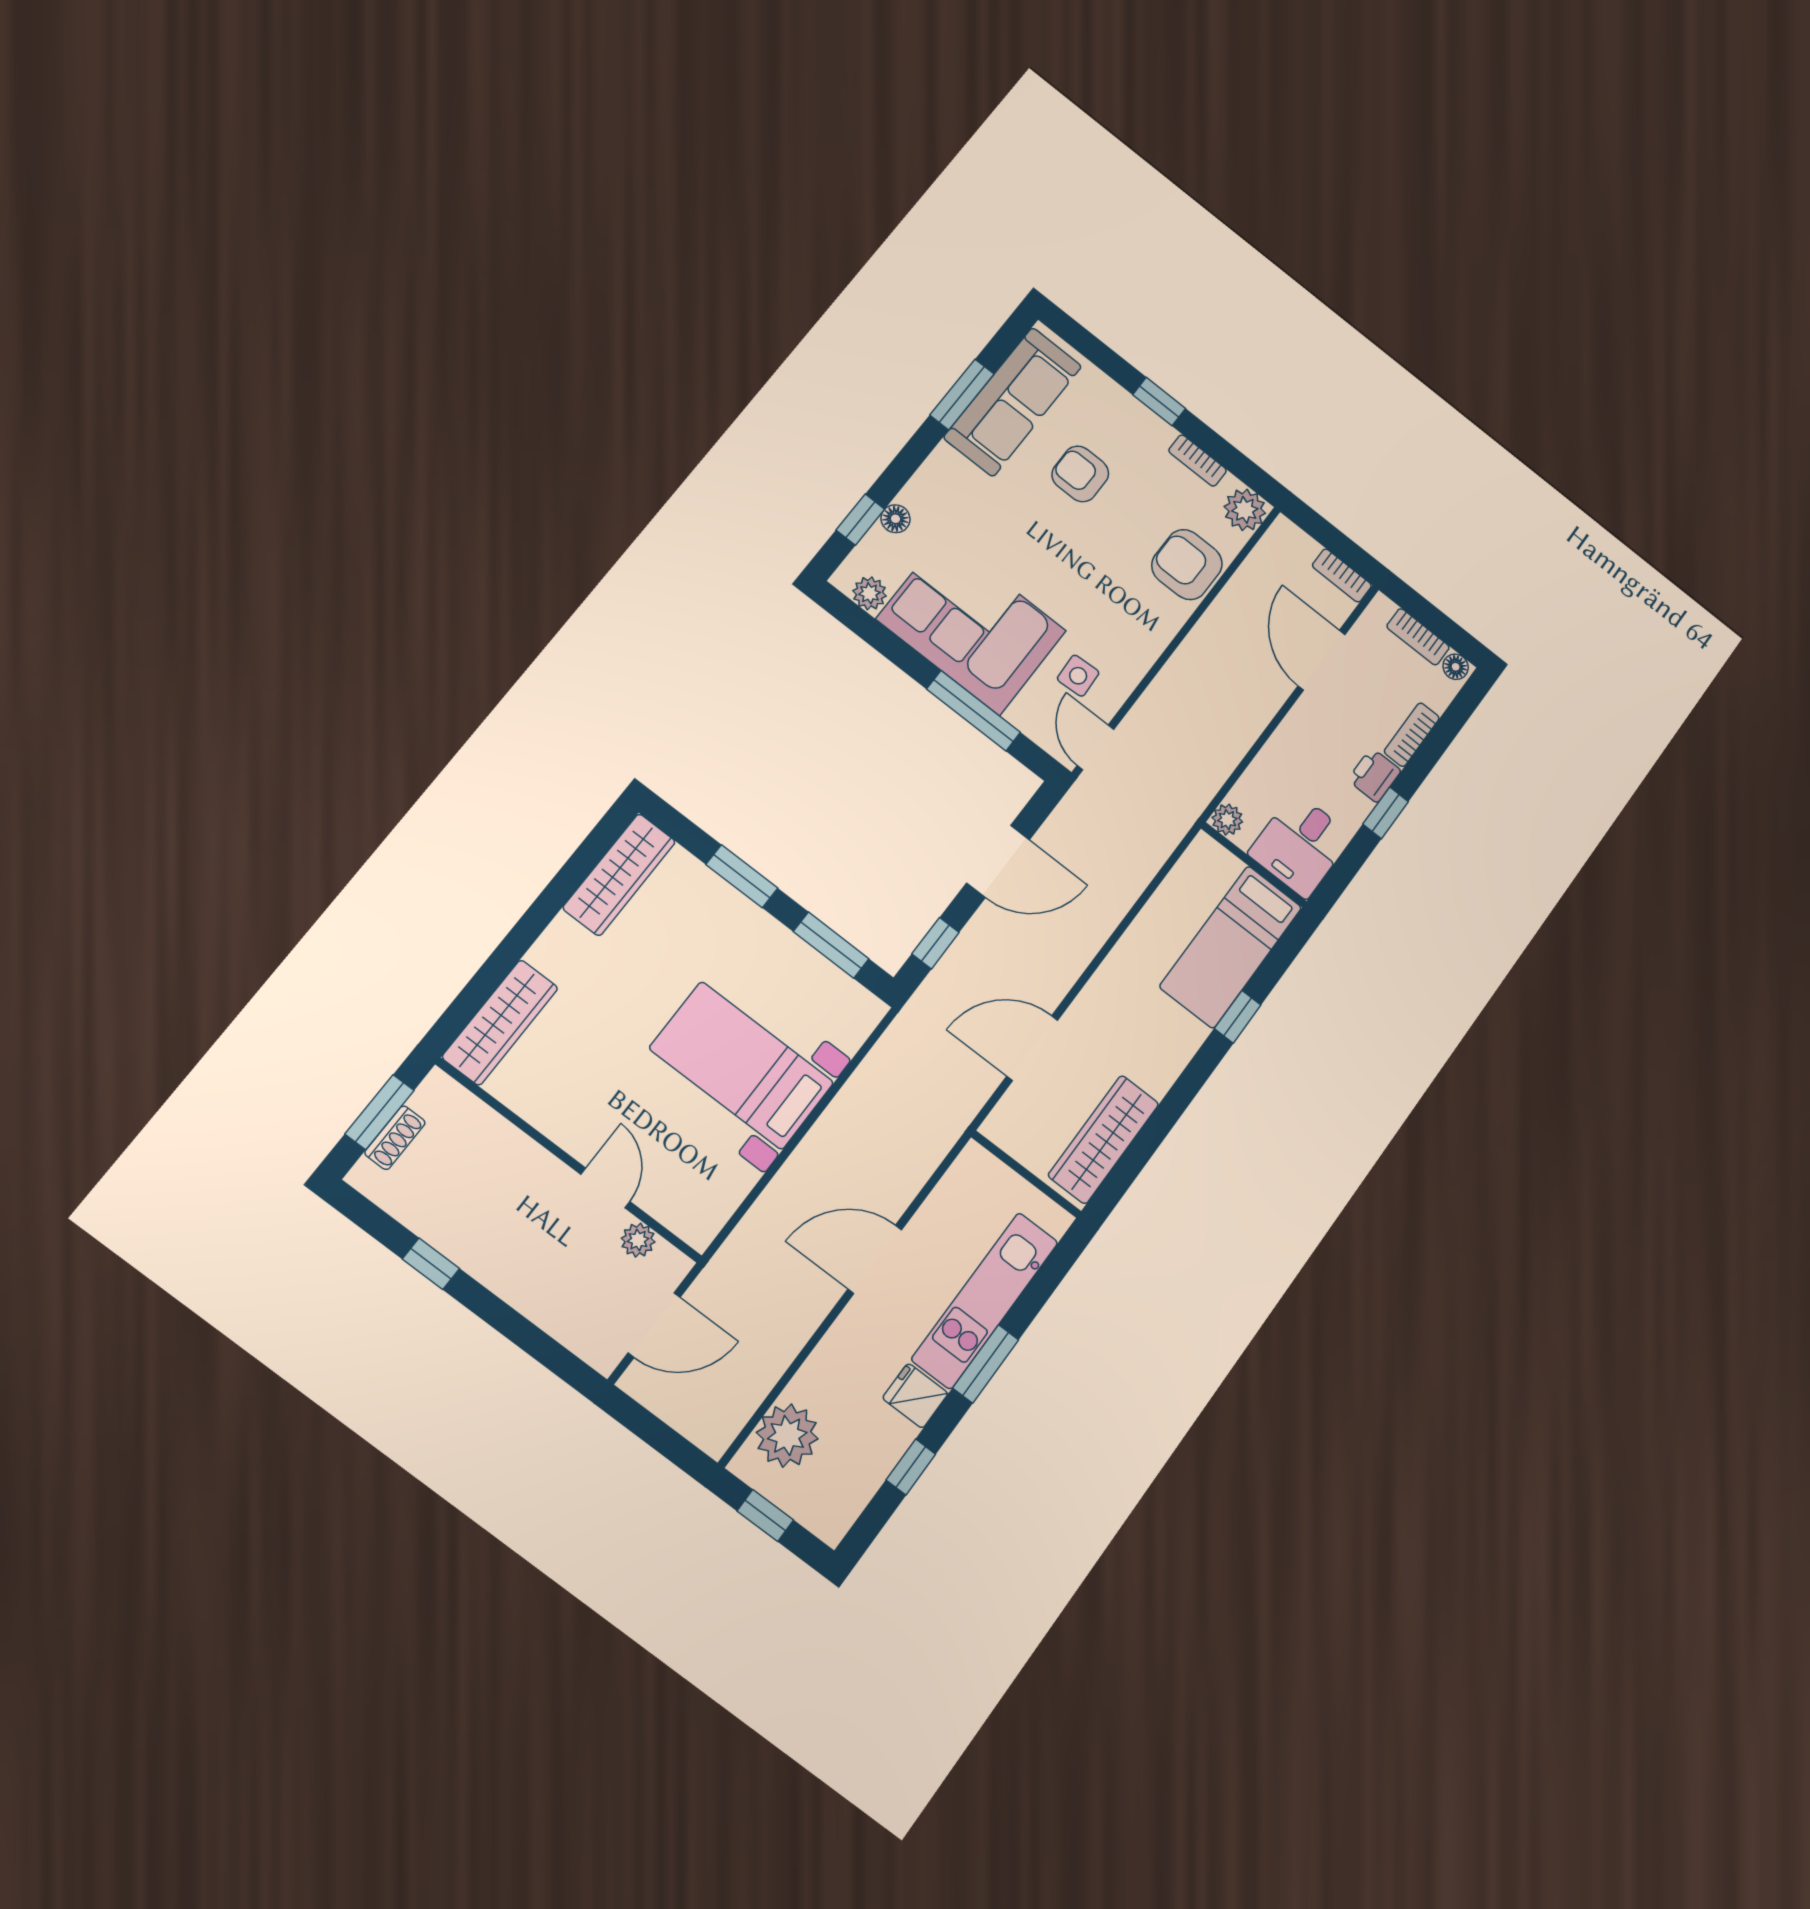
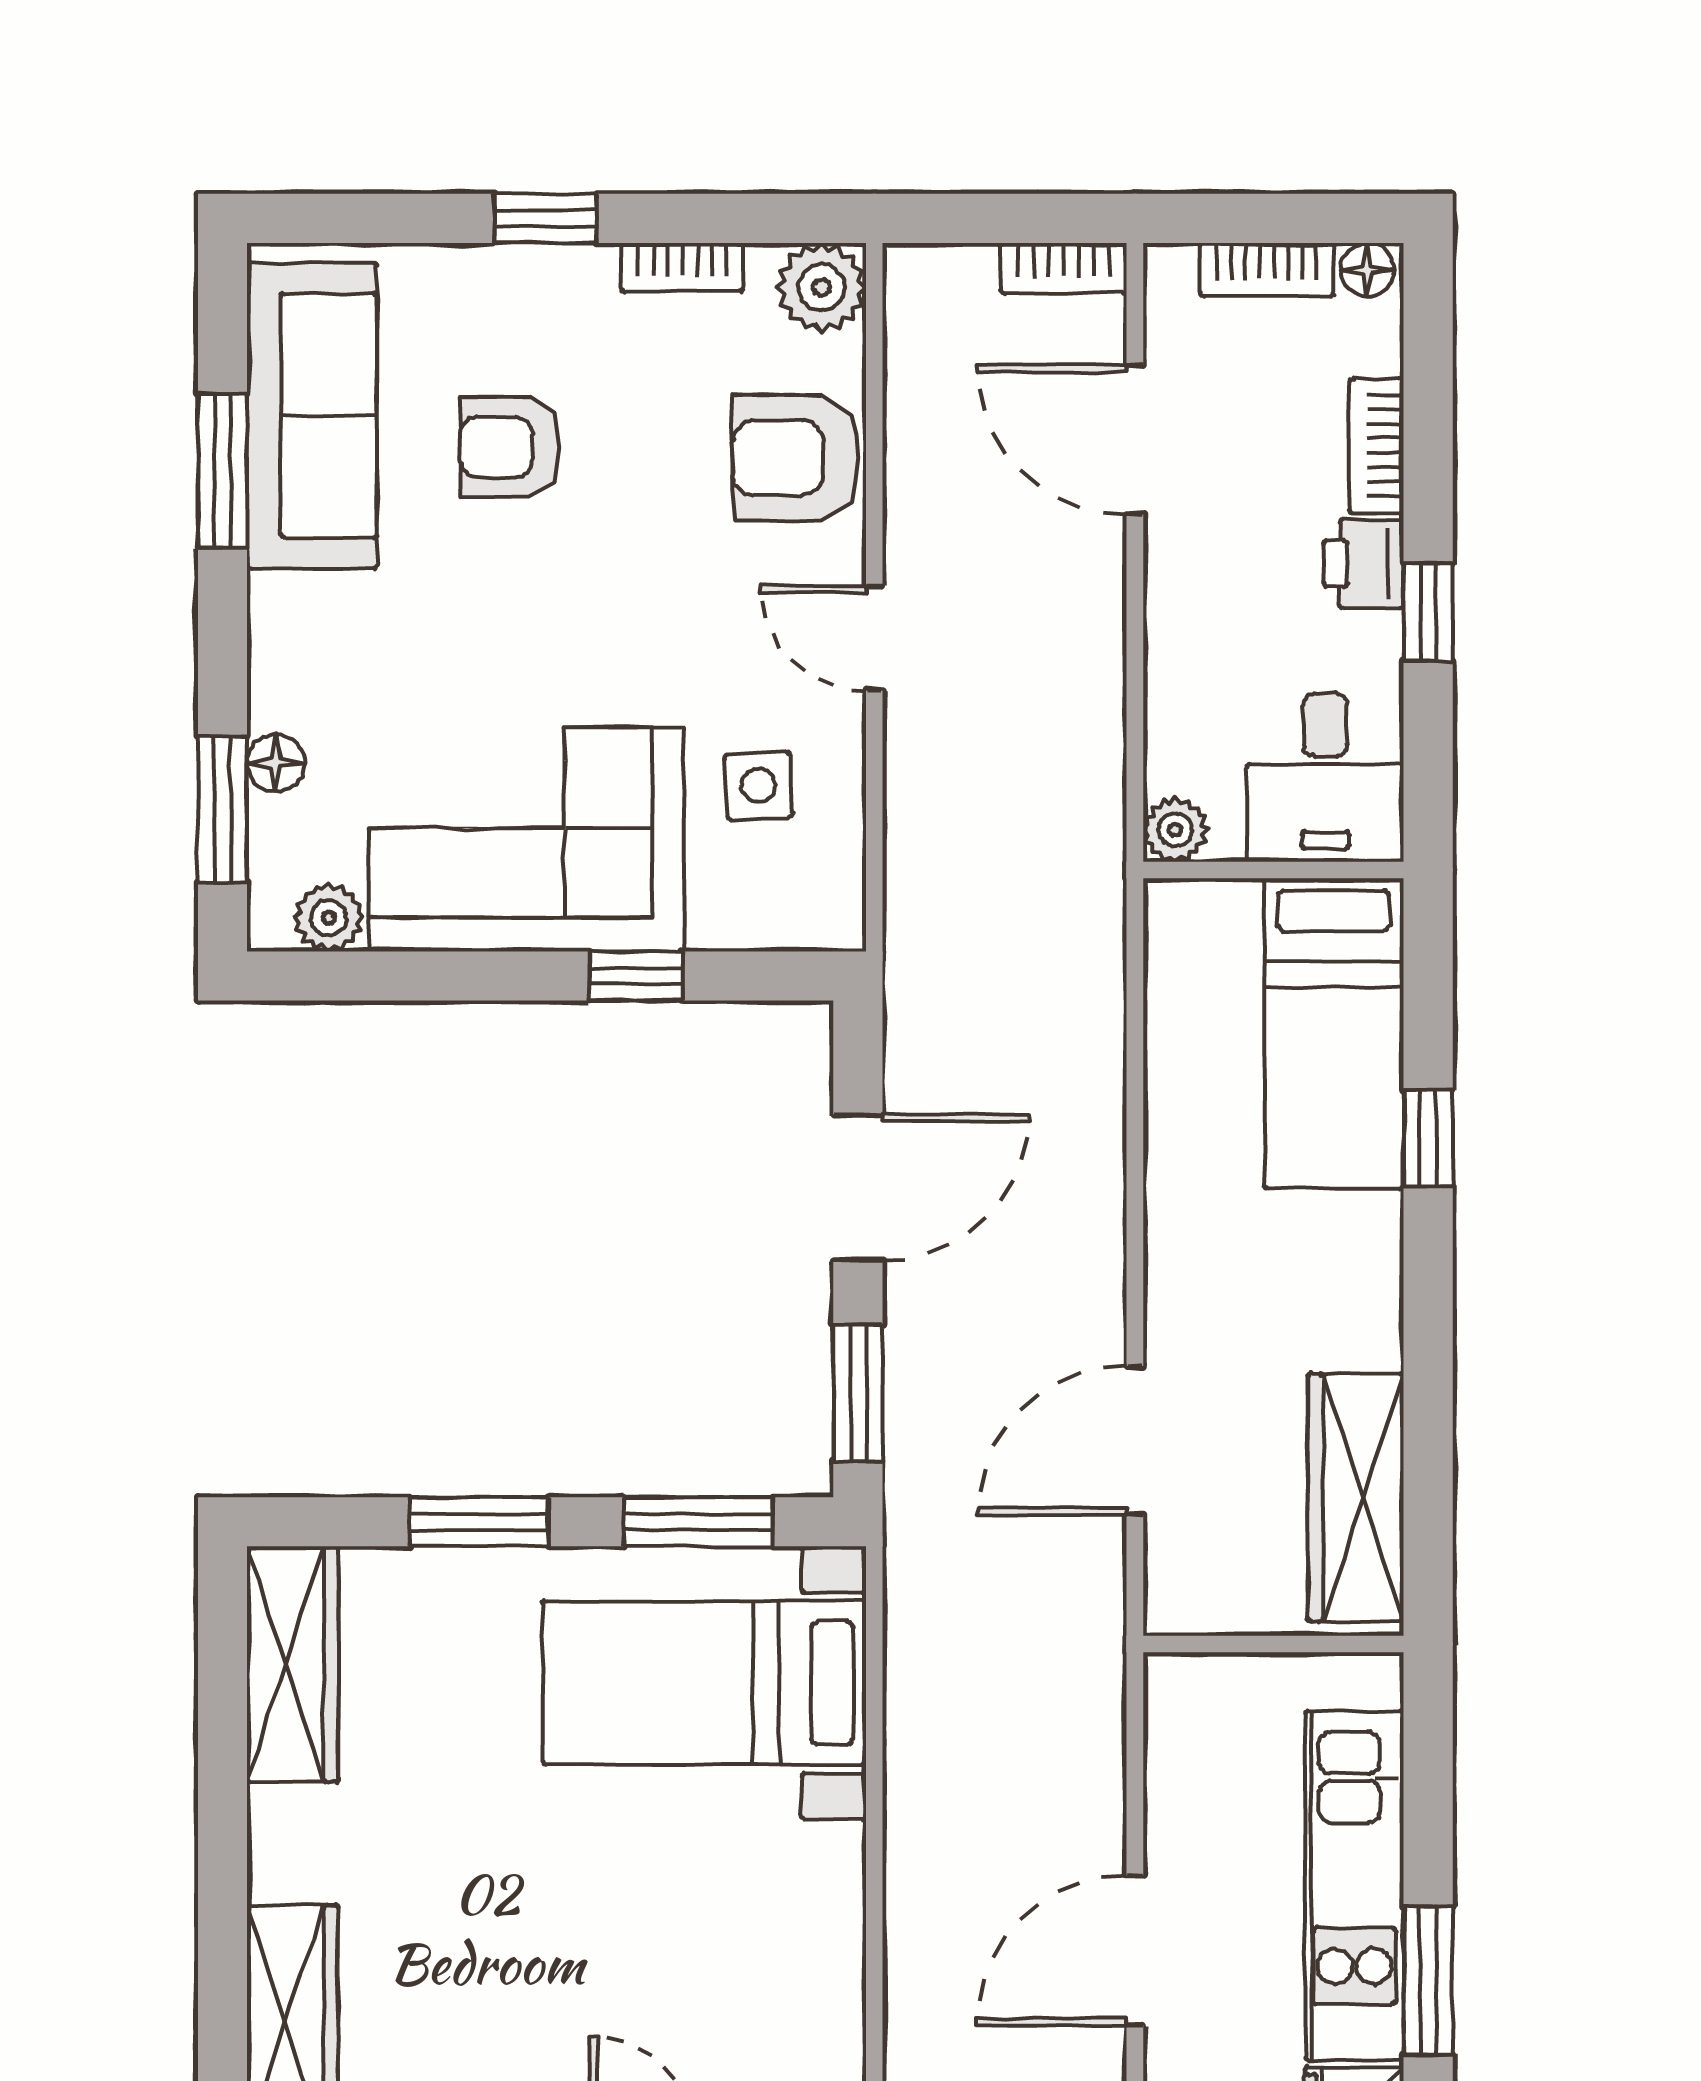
window: (860, 520) -> (223, 809), width x1.50
window: (973, 711) -> (636, 976), width x0.46
door: (1096, 747) -> (874, 638), moved
window: (935, 943) -> (858, 1393), width x1.50
bed with nightstands: (742, 1065) -> (704, 1683), moved

